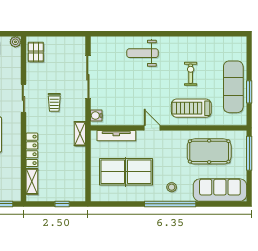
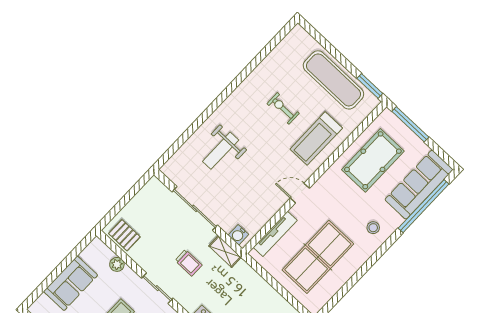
plant: (15, 42) -> (117, 264), moved
weight bench: (143, 53) -> (221, 151), moved
window: (249, 92) -> (370, 86), moved
shelving: (80, 134) -> (225, 251), moved
window: (170, 204) -> (424, 206), moved

